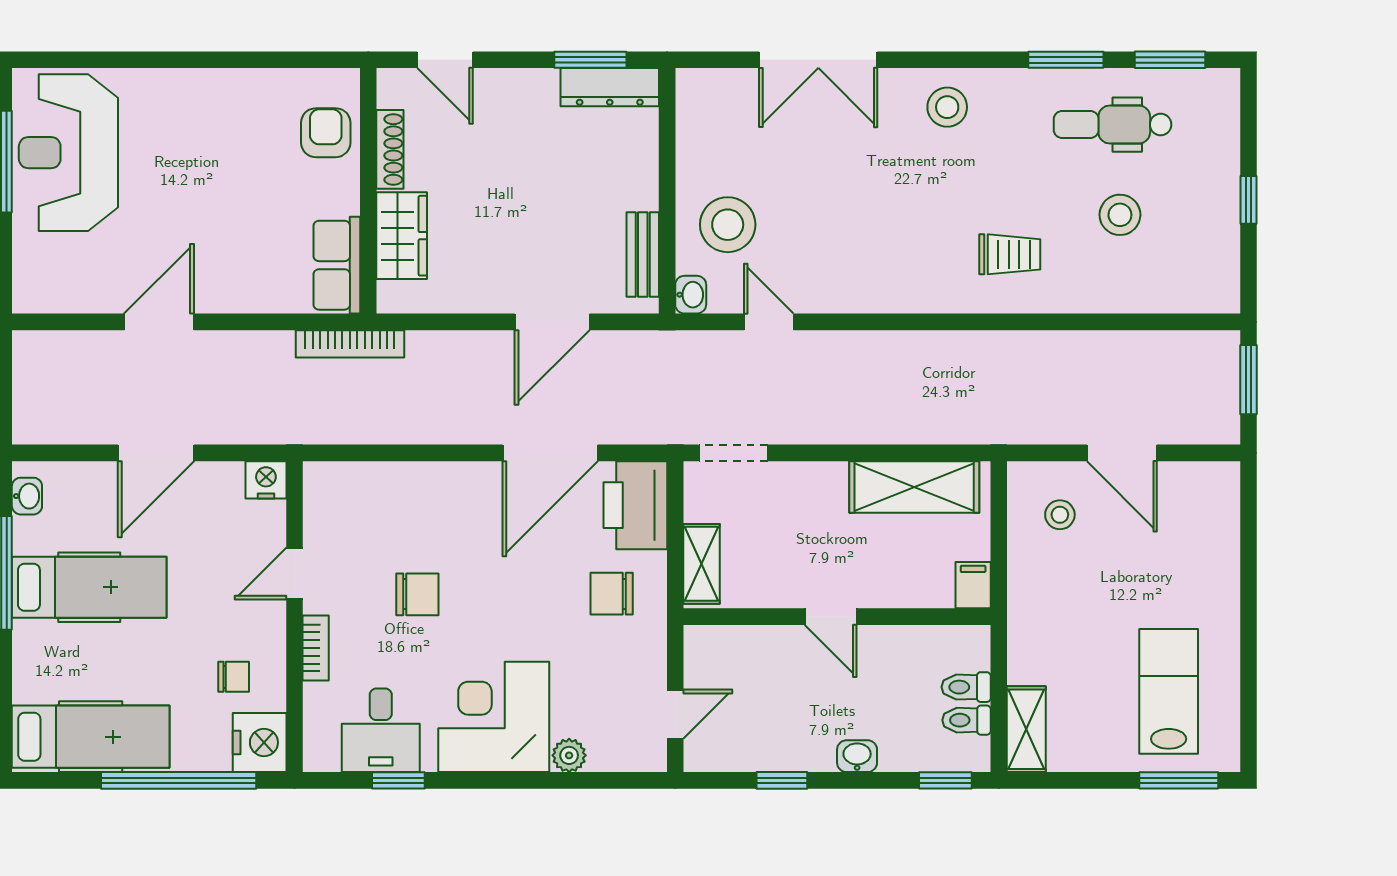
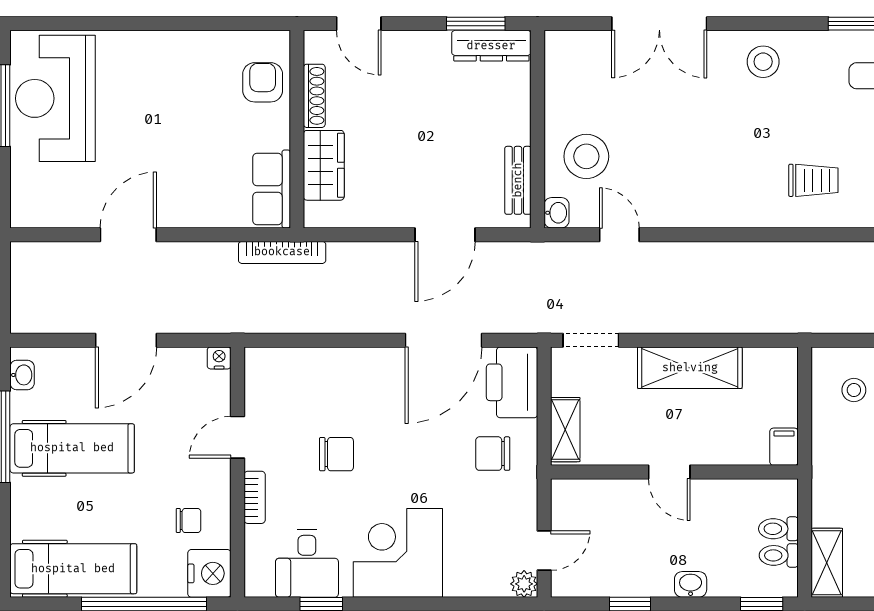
nightstand: (266, 480) -> (219, 358), width x0.72, depth x0.74
shelving: (914, 487) -> (690, 368), moved
plant: (569, 755) -> (524, 584), moved

